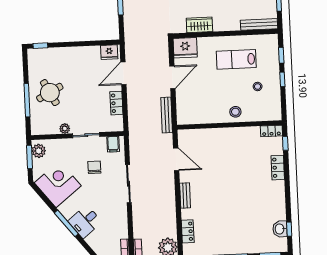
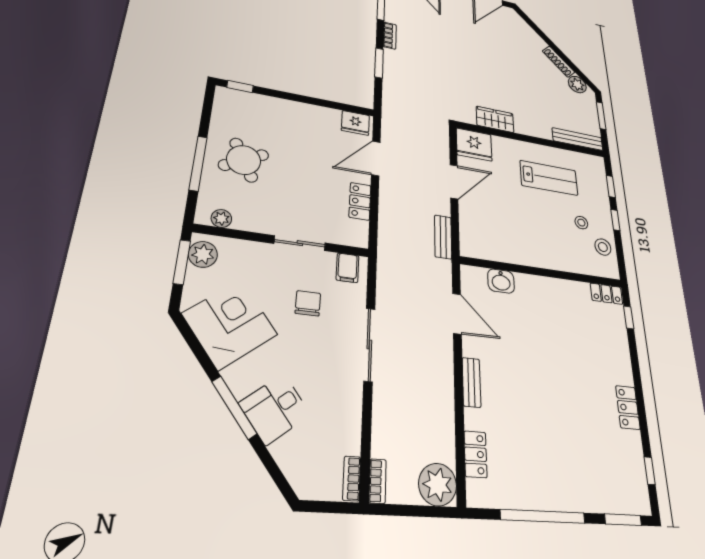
lab bench: (236, 59) -> (549, 178), turned 180
stool: (235, 112) -> (603, 247), moved
bench: (167, 115) -> (443, 237), width x0.73
plant: (65, 129) -> (221, 218), moved
locker: (278, 168) -> (628, 407), moved
washbasin: (280, 229) -> (501, 281), moved, turned -90

